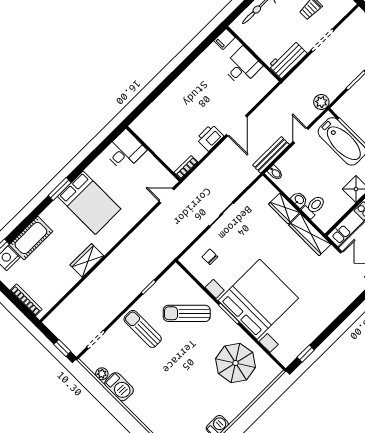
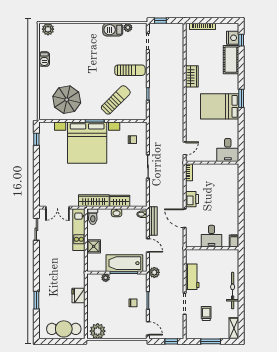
filing cabinet: (225, 39) -> (234, 241), moved
wall: (254, 54) -> (212, 248), moved
desk: (242, 66) -> (211, 236), moved
toilet: (314, 207) -> (93, 217), moved

